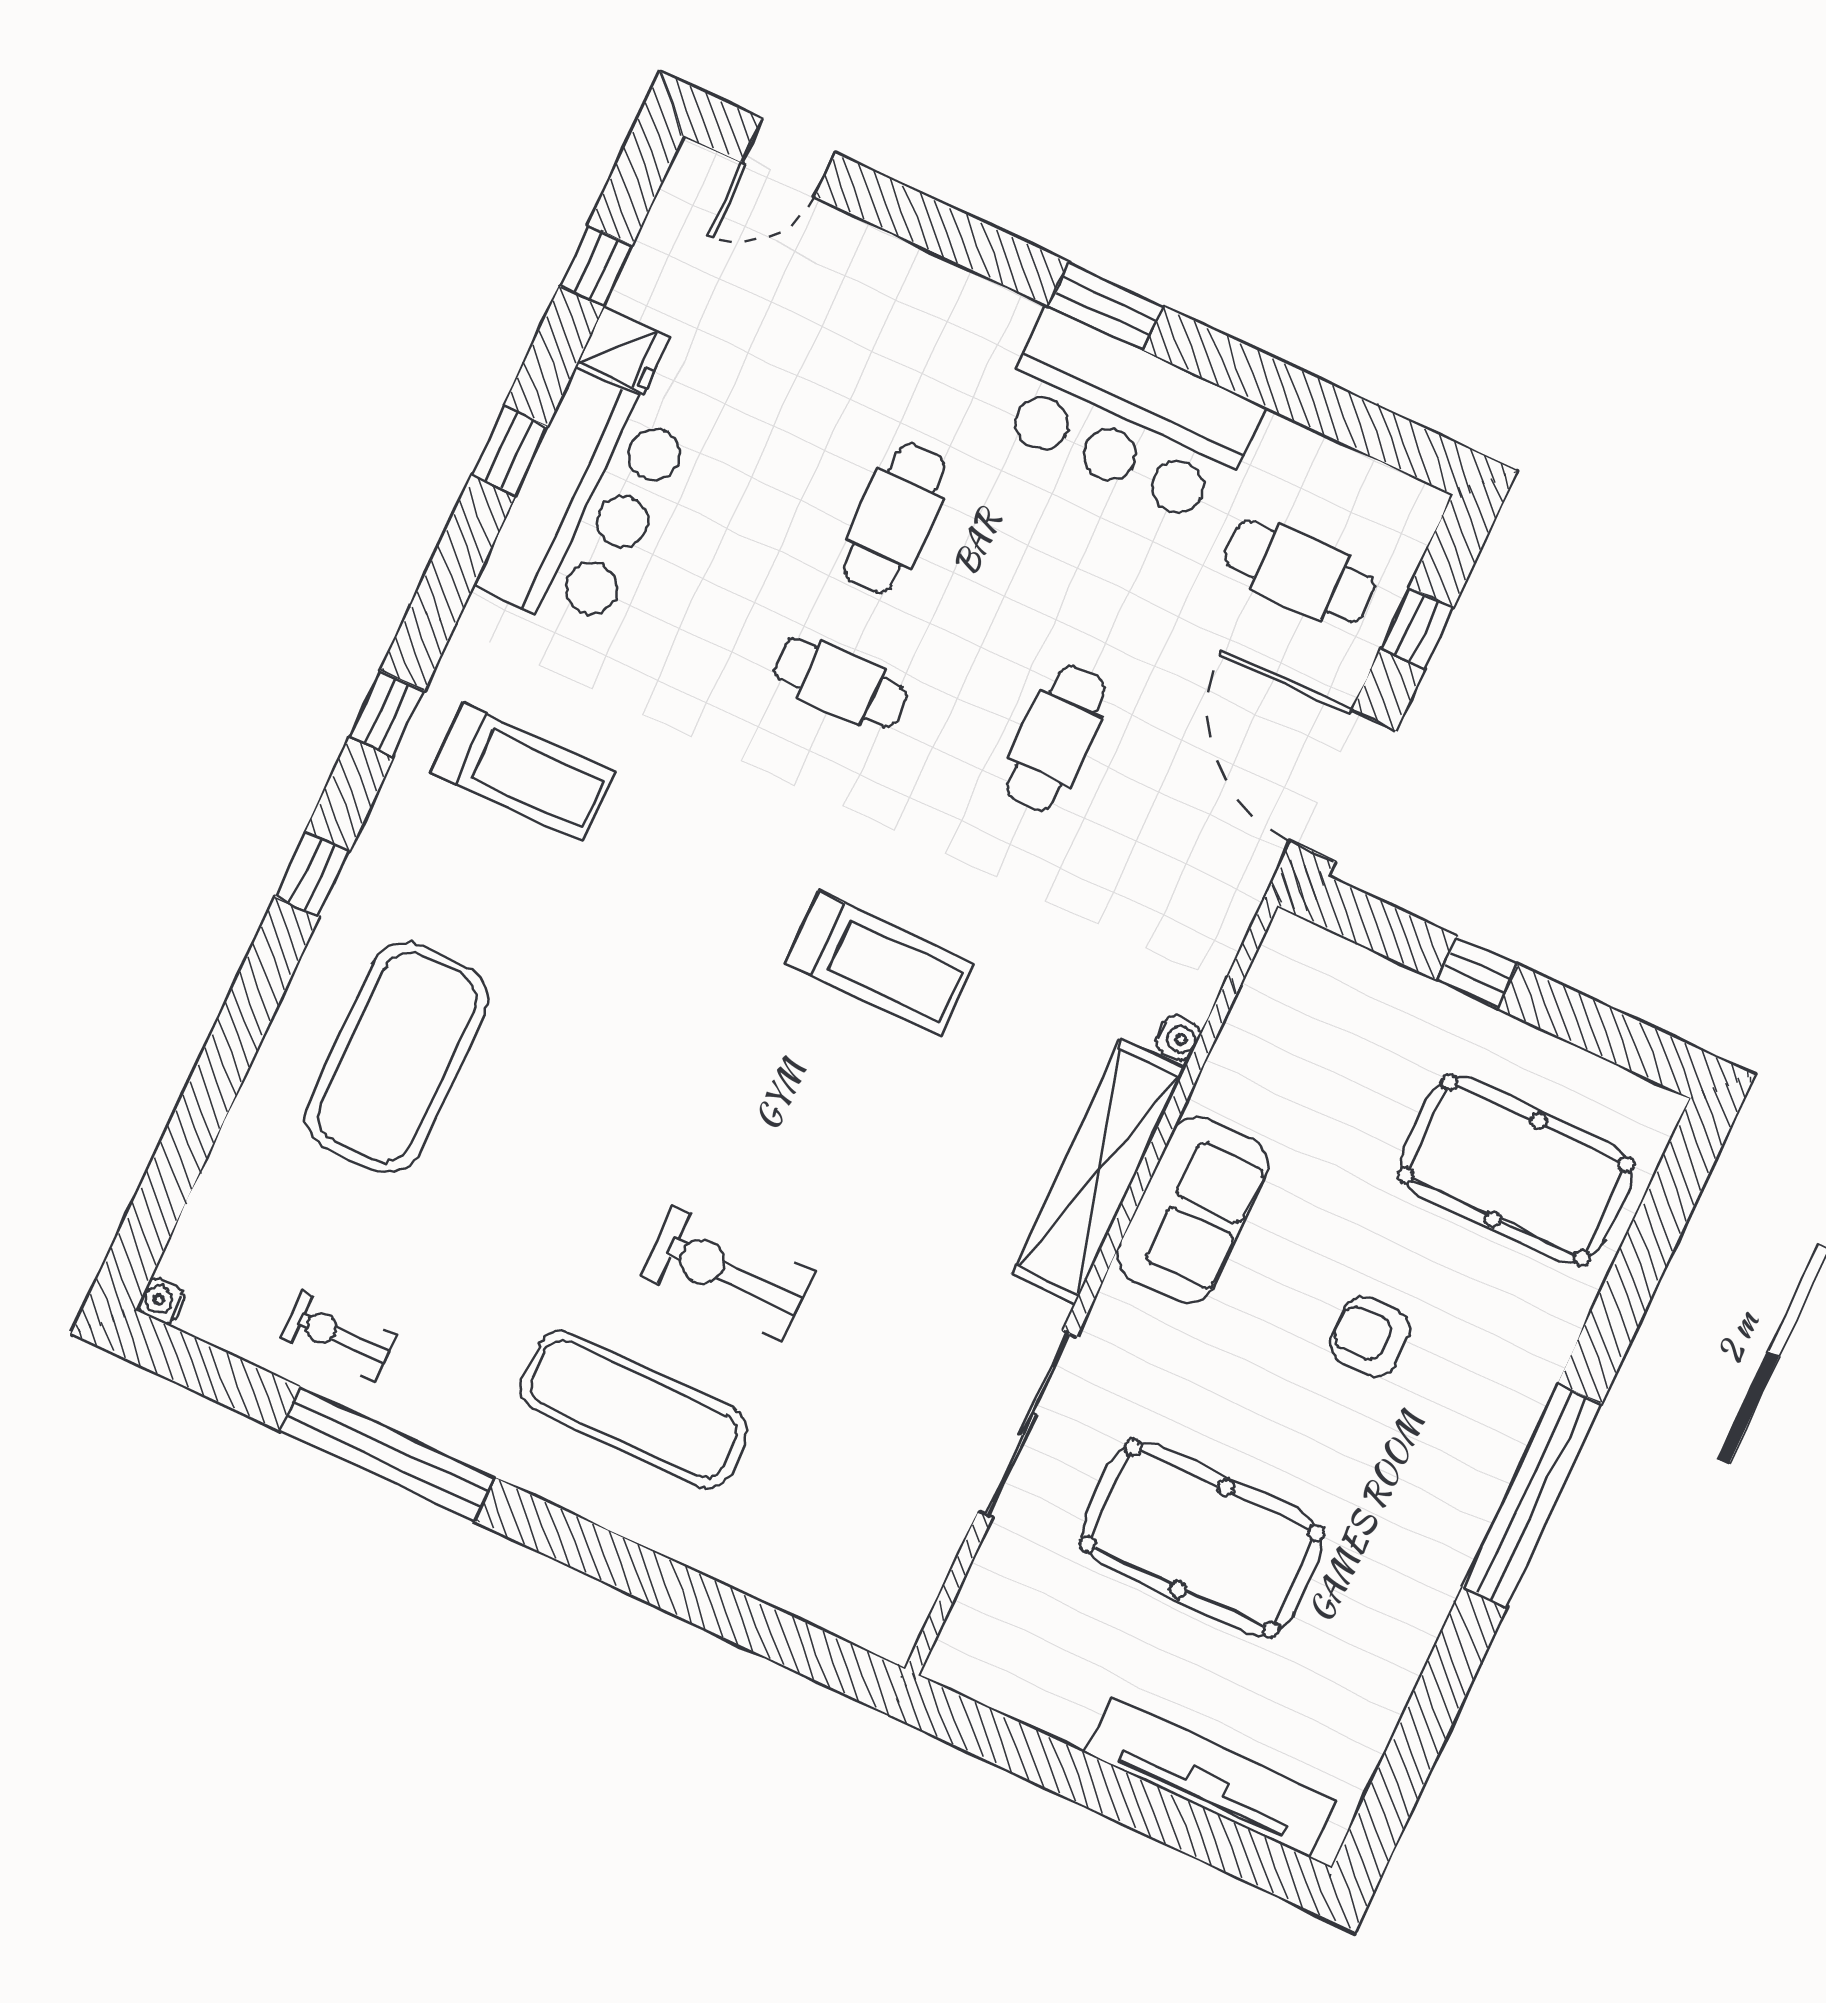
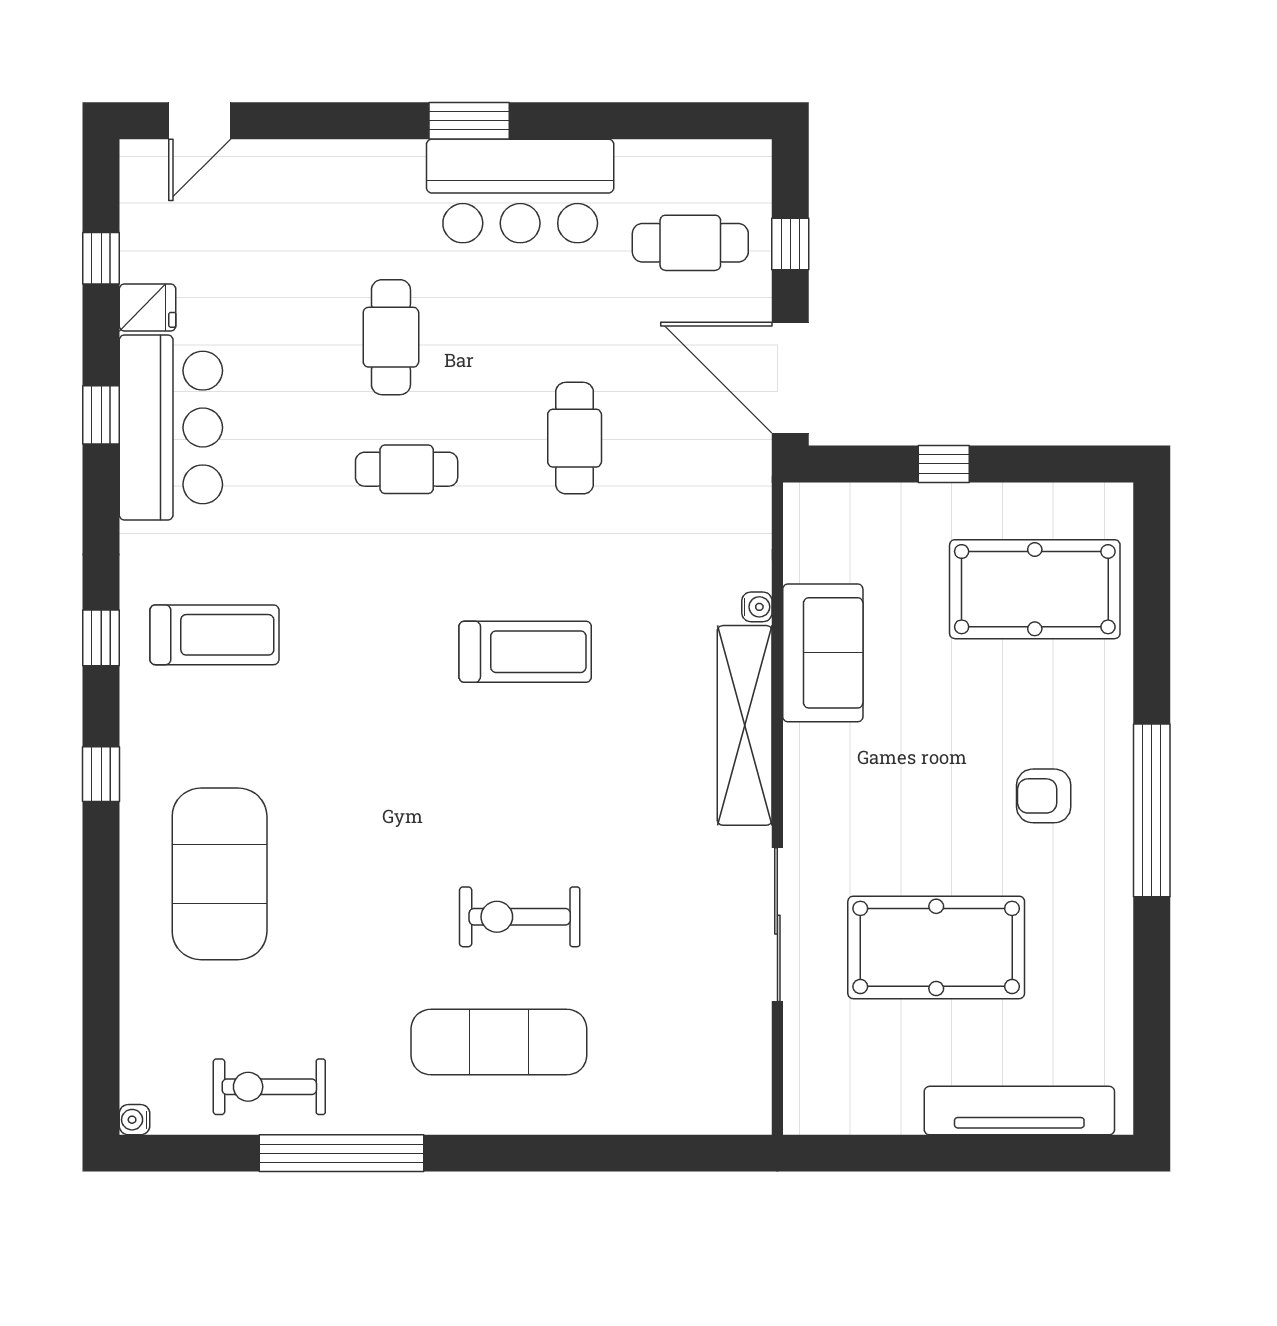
sofa: (1193, 1210) -> (823, 653), moved
exercise bike: (339, 1336) -> (269, 1087), width x1.38, depth x1.39
armchair: (1370, 1336) -> (1044, 796), moved

